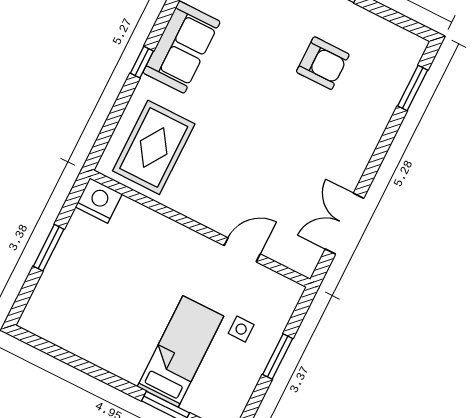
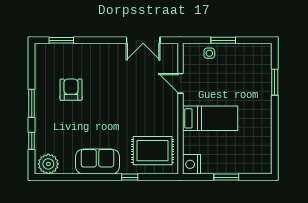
window: (142, 62) -> (130, 177), moved
side table: (241, 329) -> (209, 53), moved
bed: (180, 351) -> (210, 118), moved, turned 180

